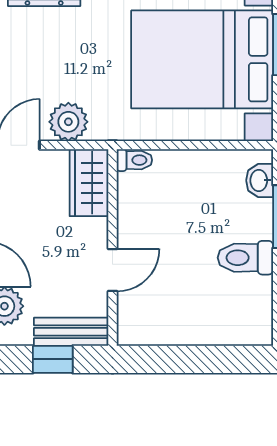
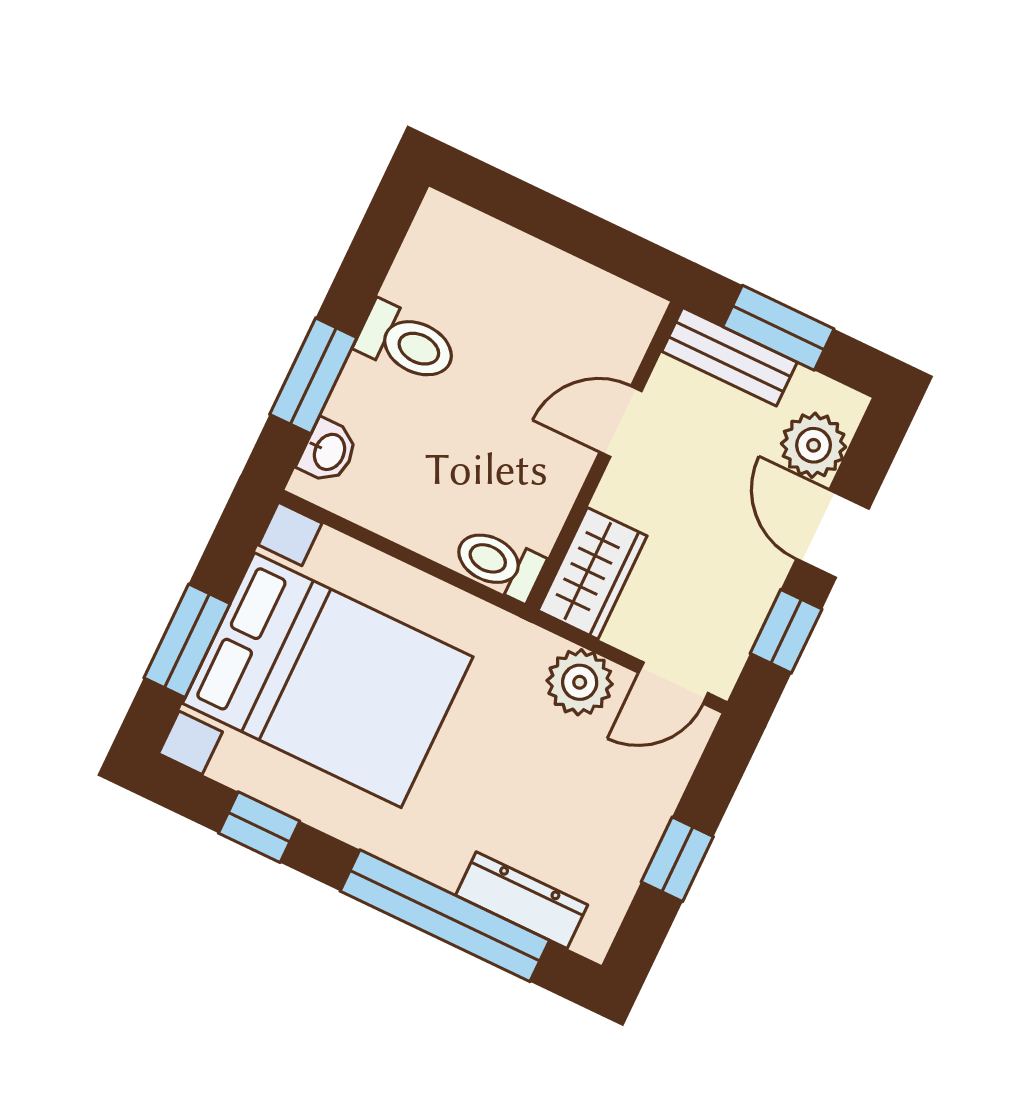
toilet: (134, 160) -> (498, 563), width x1.37, depth x1.39
window: (53, 359) -> (778, 328), width x1.50

